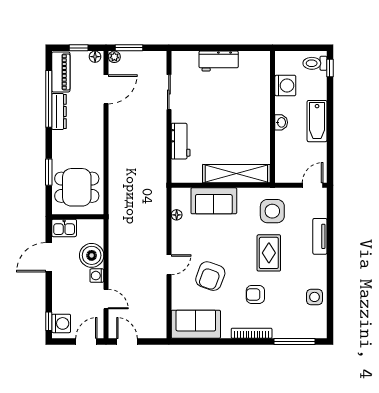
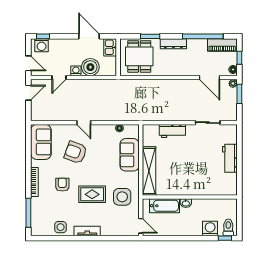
washing machine: (285, 86) -> (210, 228), moved, turned 180
dresser: (59, 111) -> (173, 44), moved
bathtub: (317, 121) -> (165, 206), moved, turned 180
tv unit: (320, 236) -> (87, 231), moved

